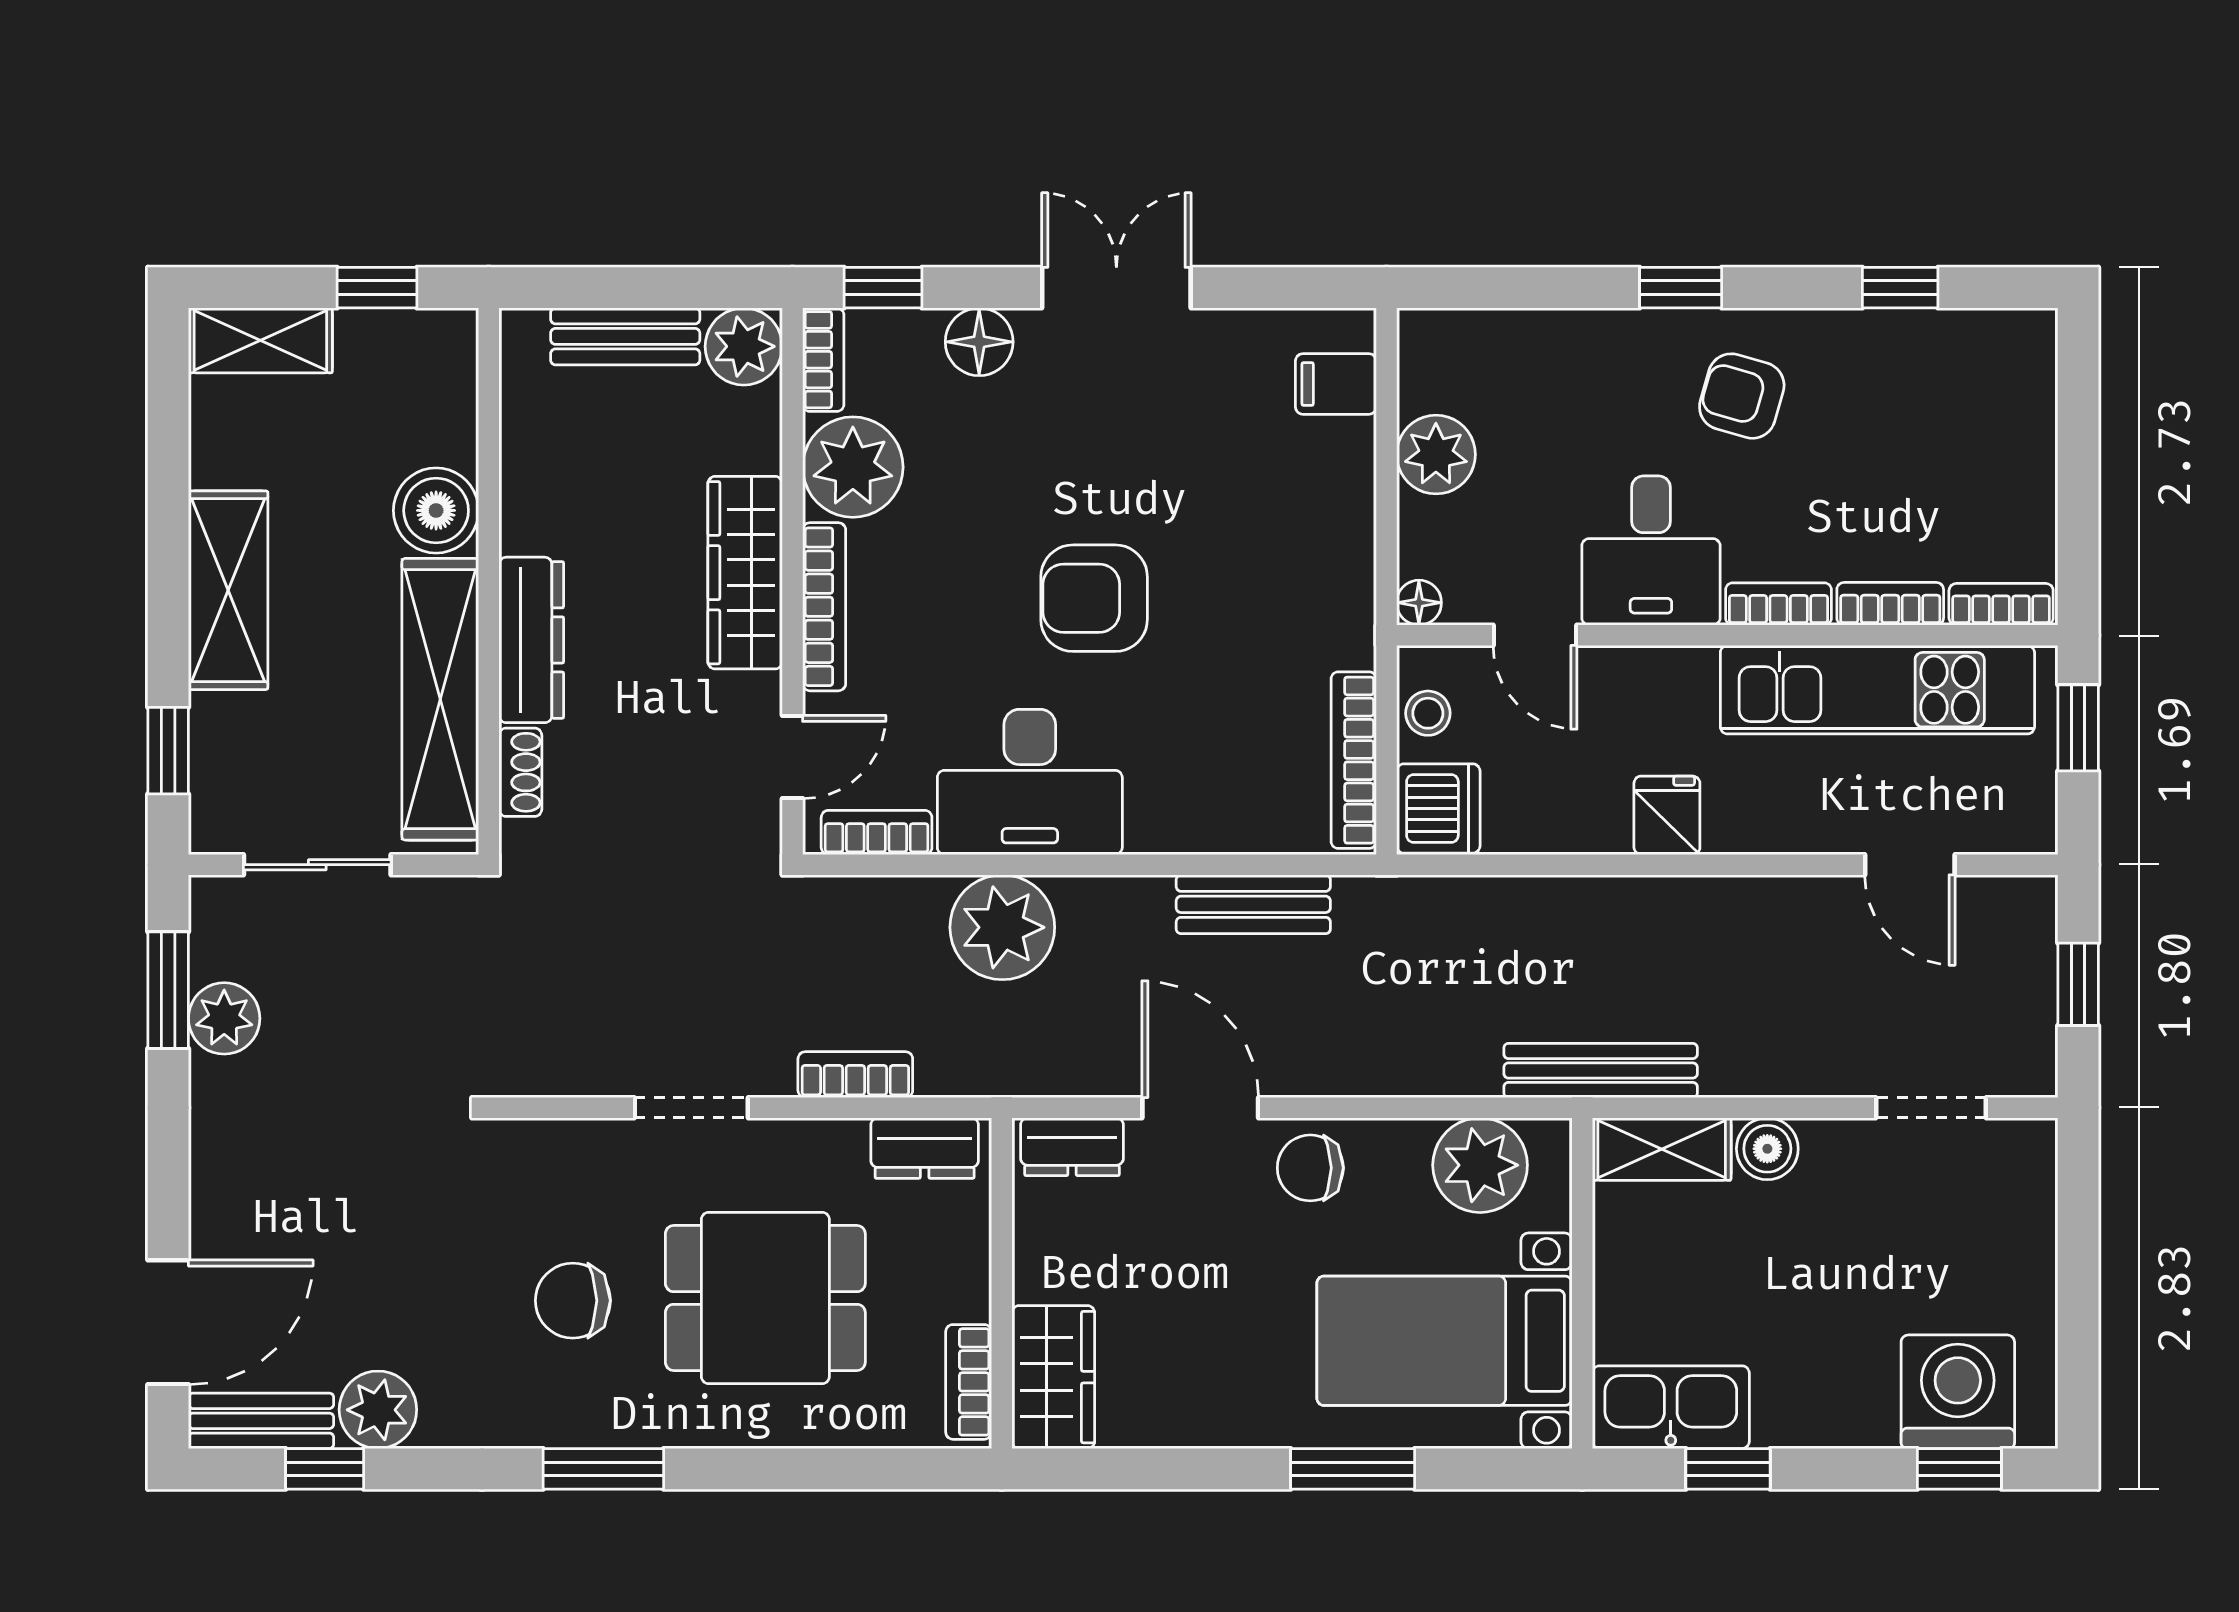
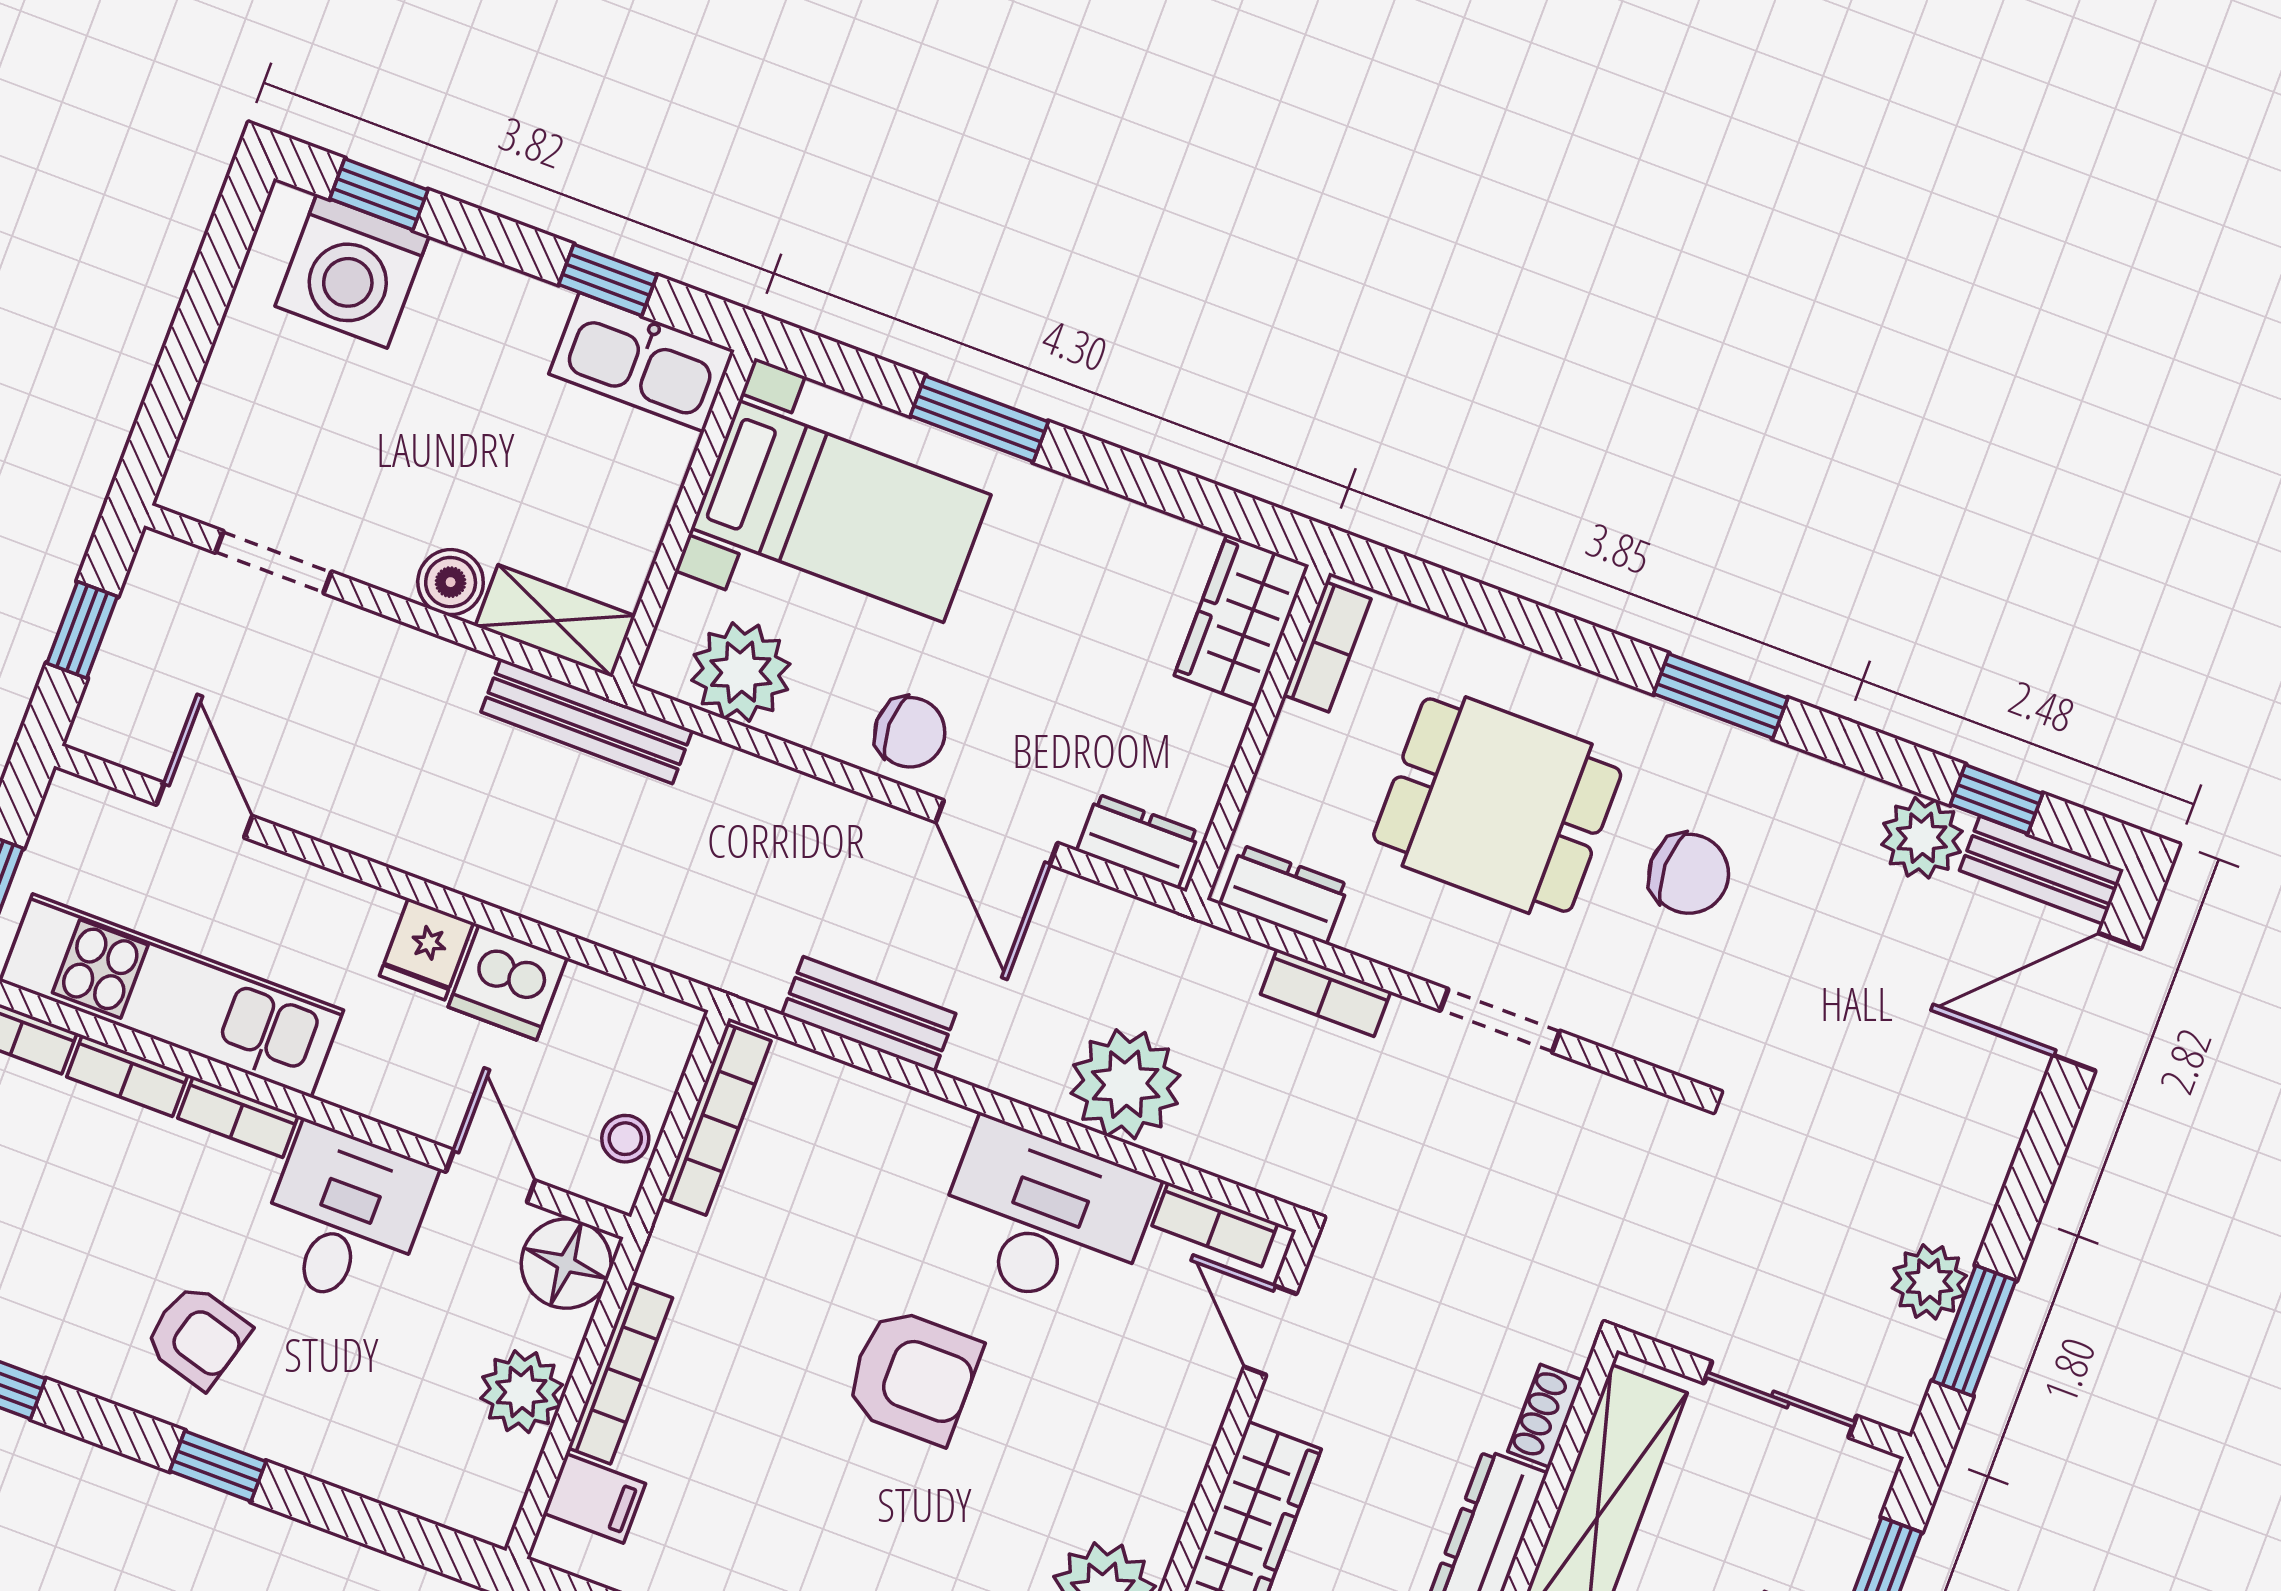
floor lamp: (1419, 603) -> (566, 1264), width x1.89, depth x1.89
bookcase: (824, 607) -> (620, 1373), moved, turned 180
door: (792, 757) -> (1270, 1330), hinge flipped
dishwasher: (1438, 809) -> (508, 982), moved, turned -90

